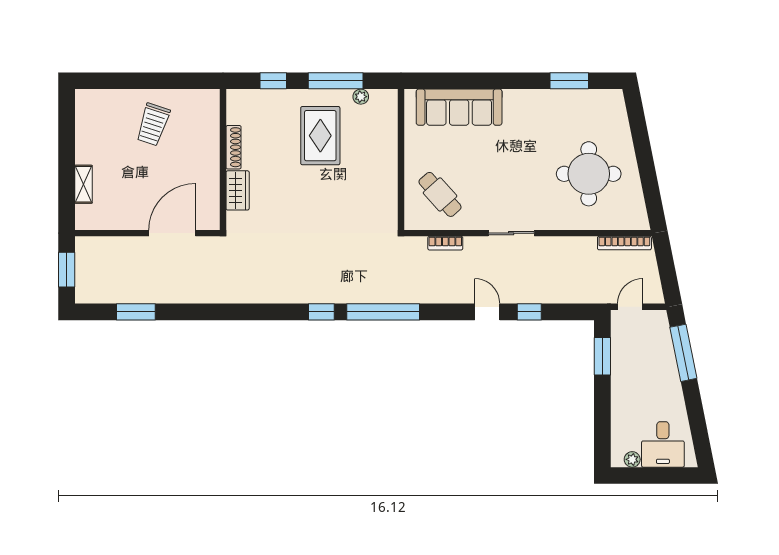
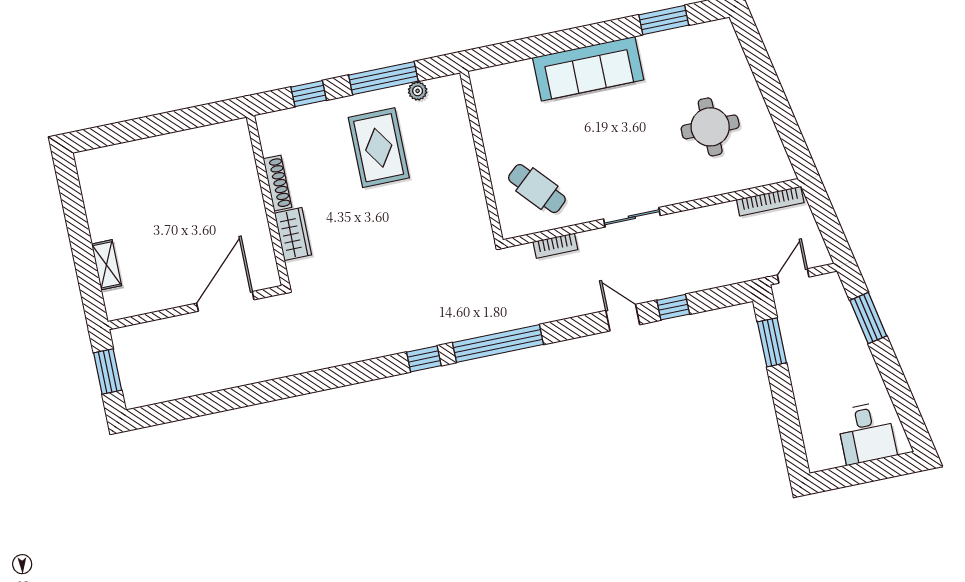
sofa: (459, 107) -> (588, 69), moved
trolley: (153, 124) -> (175, 176), removed
round table: (589, 174) -> (710, 127), width x0.73, depth x0.73
window: (136, 312) -> (201, 405), removed
window: (683, 353) -> (868, 318), width x0.69
plant: (632, 459) -> (833, 459), removed

